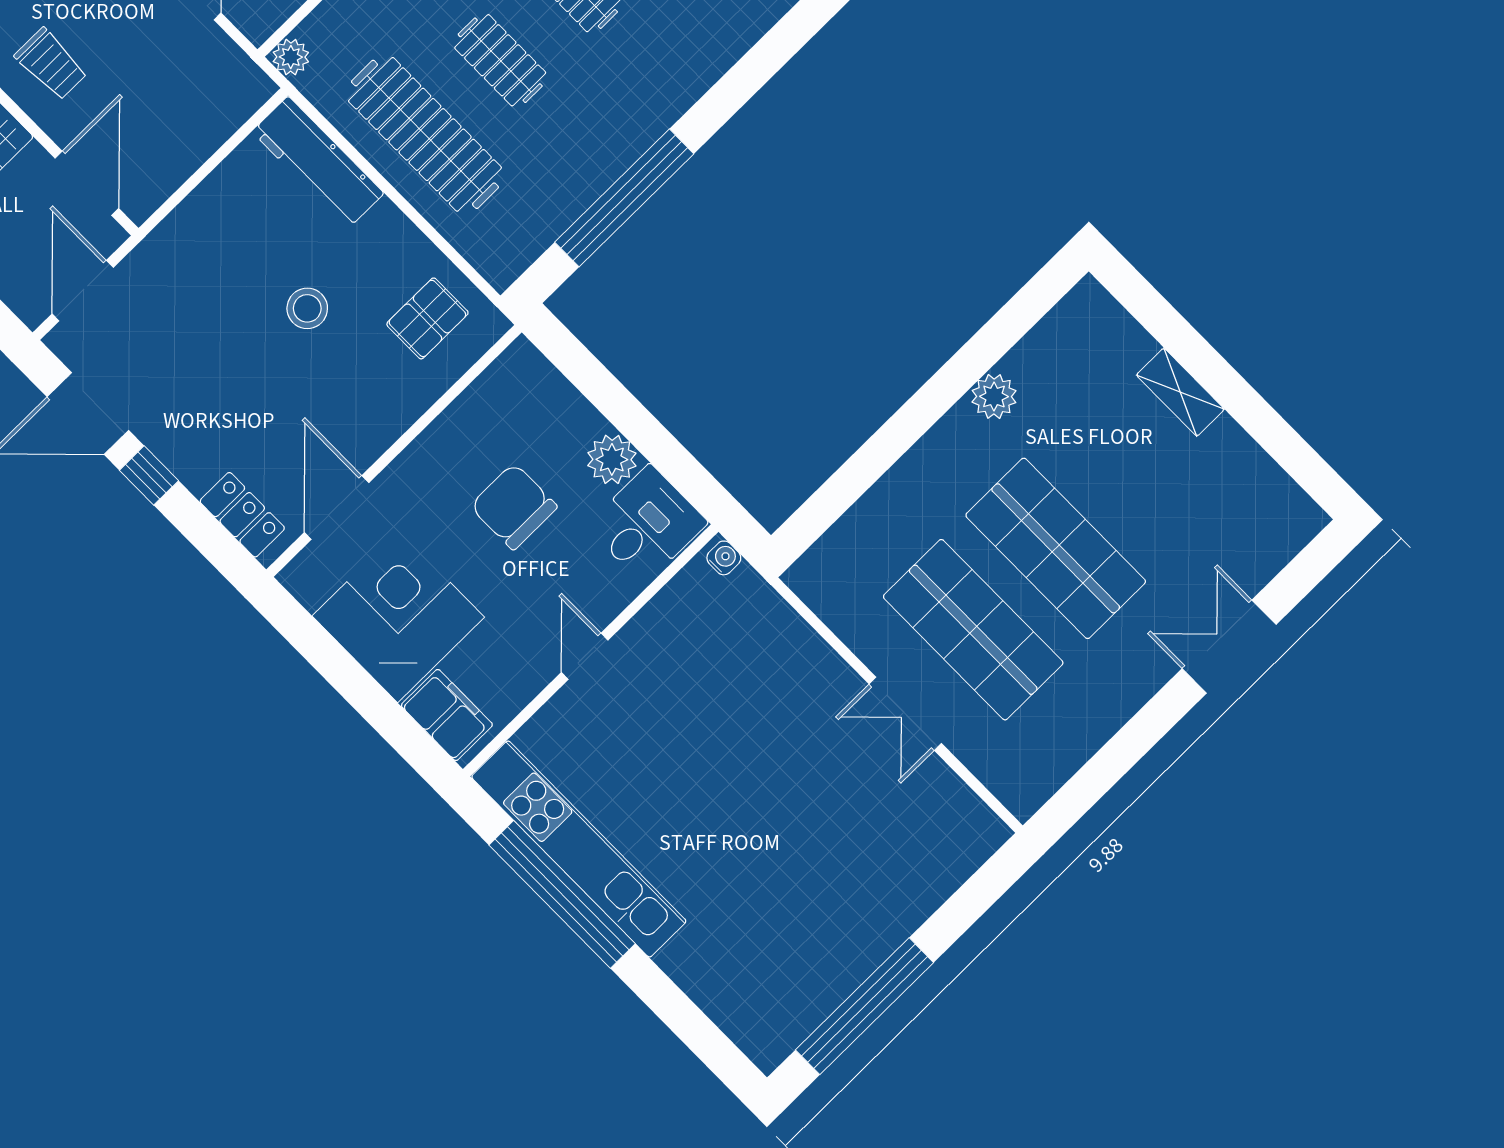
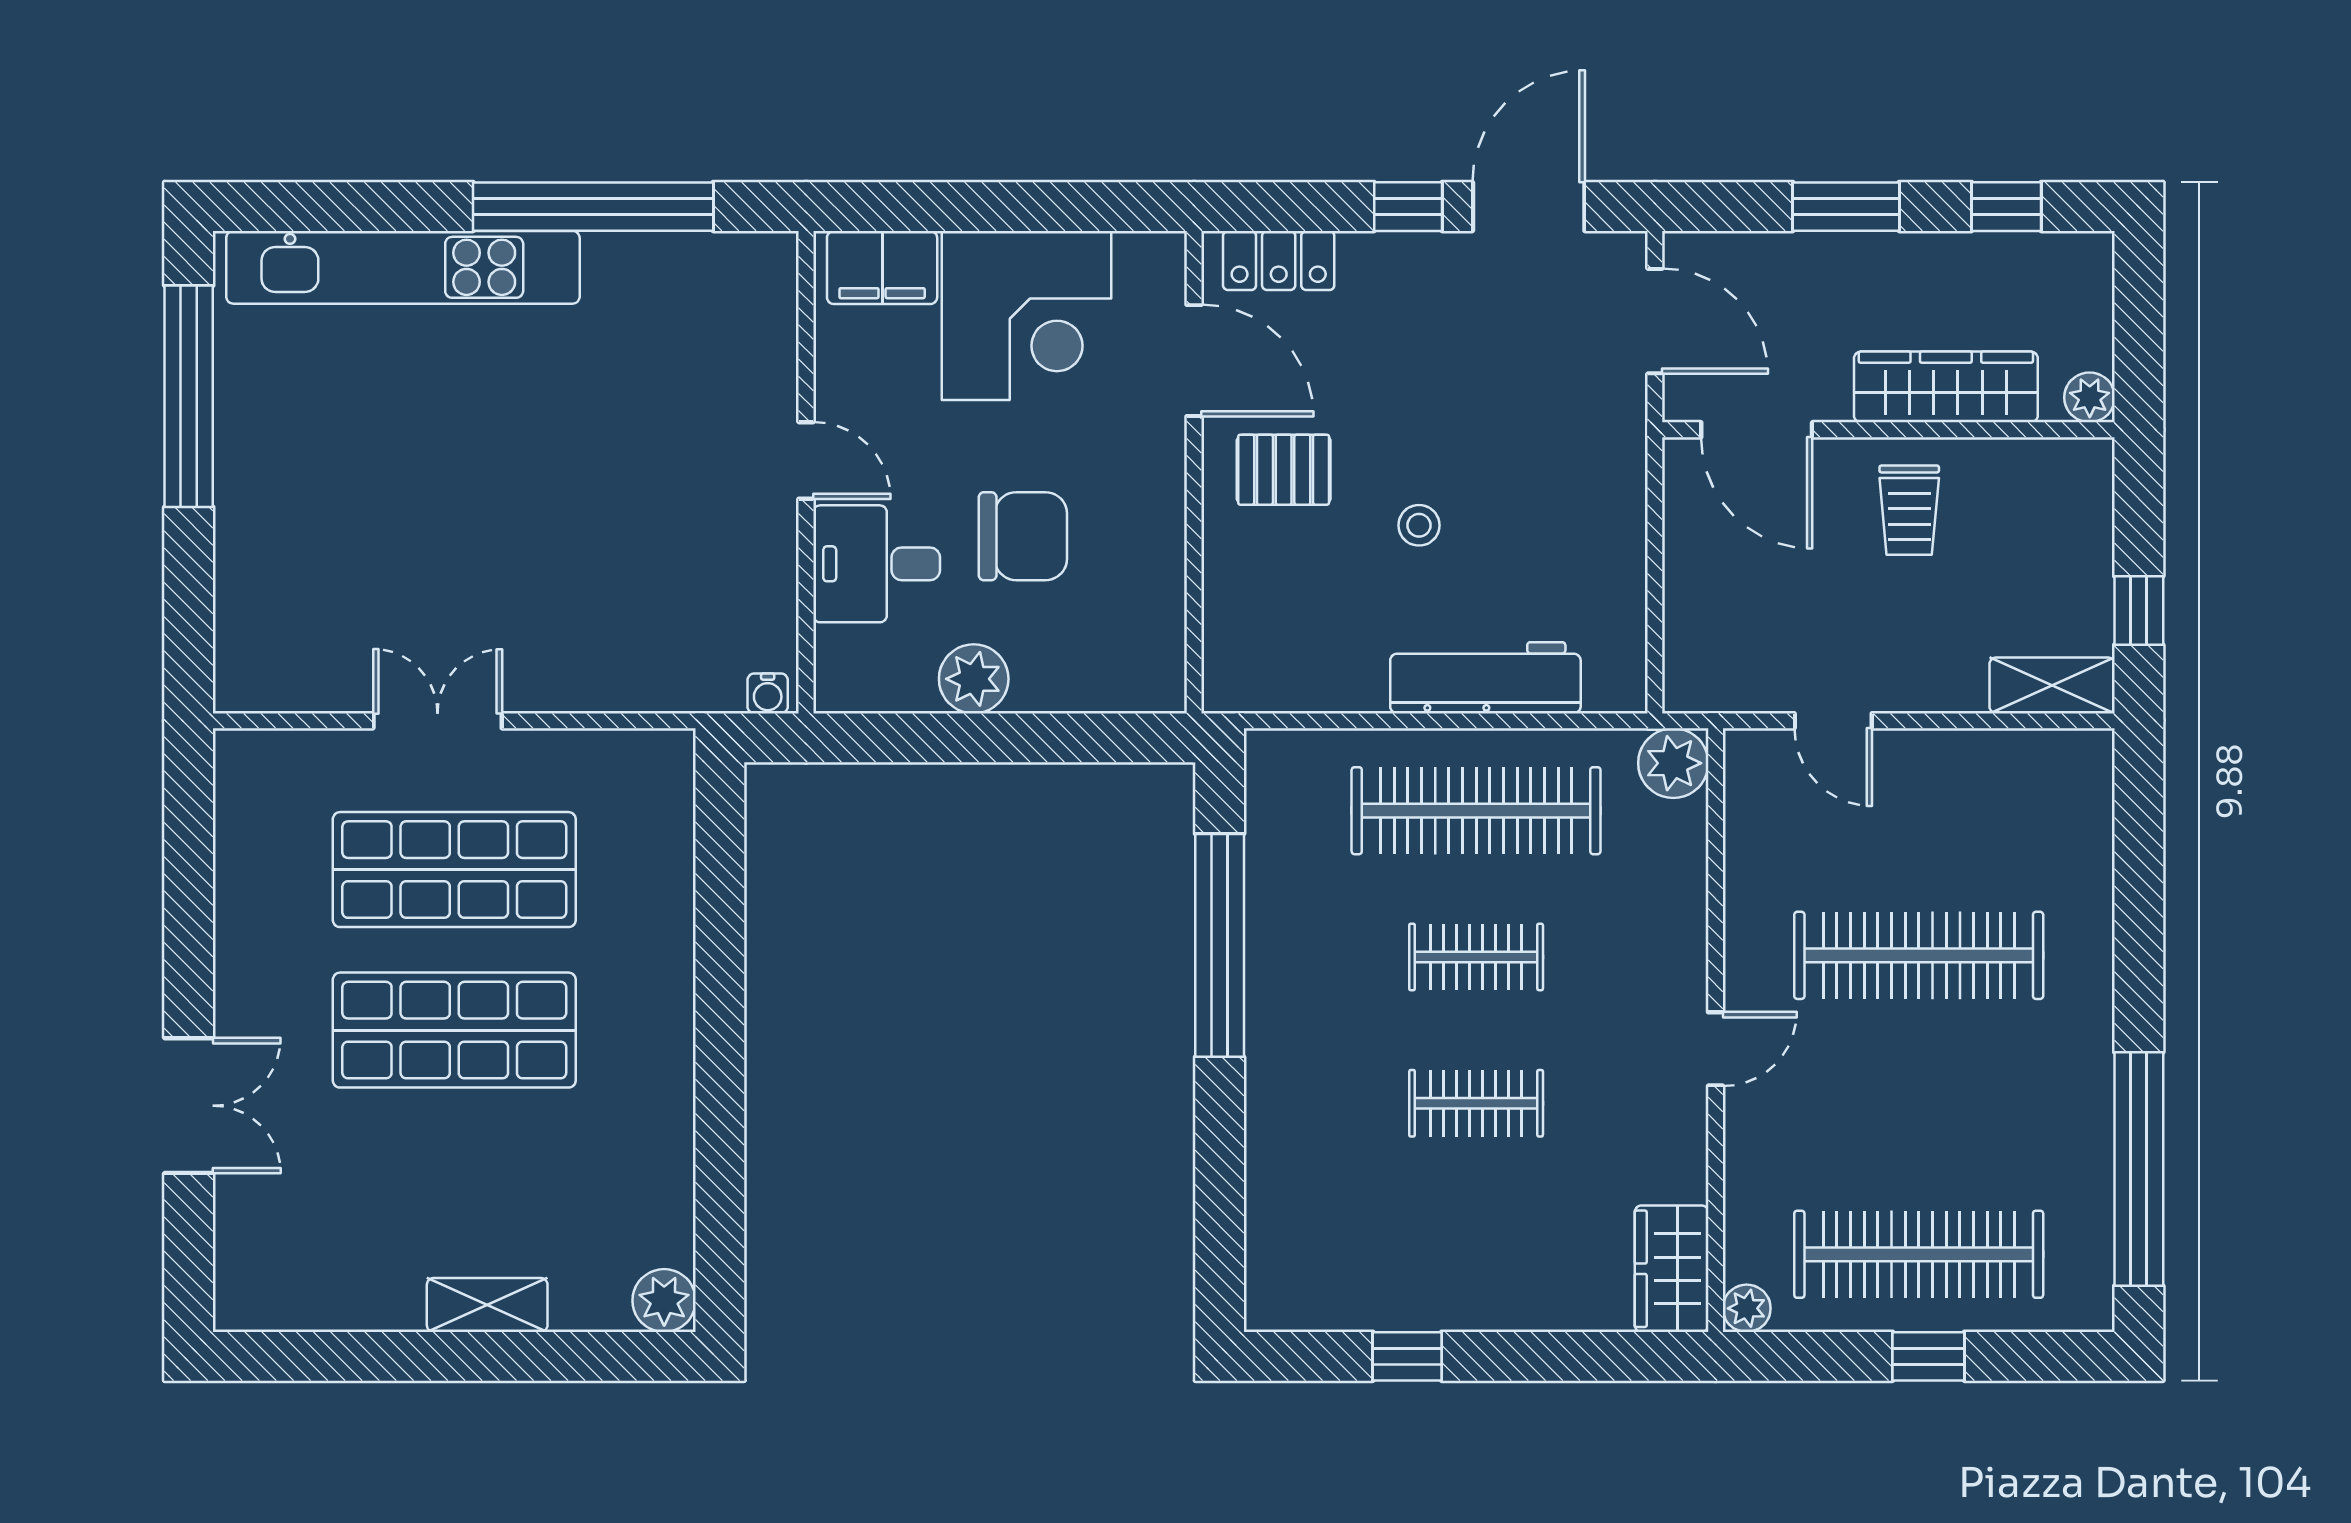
plant: (291, 57) -> (1673, 763), width x1.38, depth x1.38
trolley: (51, 64) -> (1909, 510), turned -90
workbench: (318, 162) -> (1485, 678), moved
stool: (307, 308) -> (1419, 525), width x0.73, depth x0.73
pallet: (427, 318) -> (1284, 470), moved, turned 90
plant: (994, 396) -> (664, 1301), moved
desk: (647, 524) -> (877, 564), moved, turned 90
kitchen unit: (579, 849) -> (403, 267), moved

